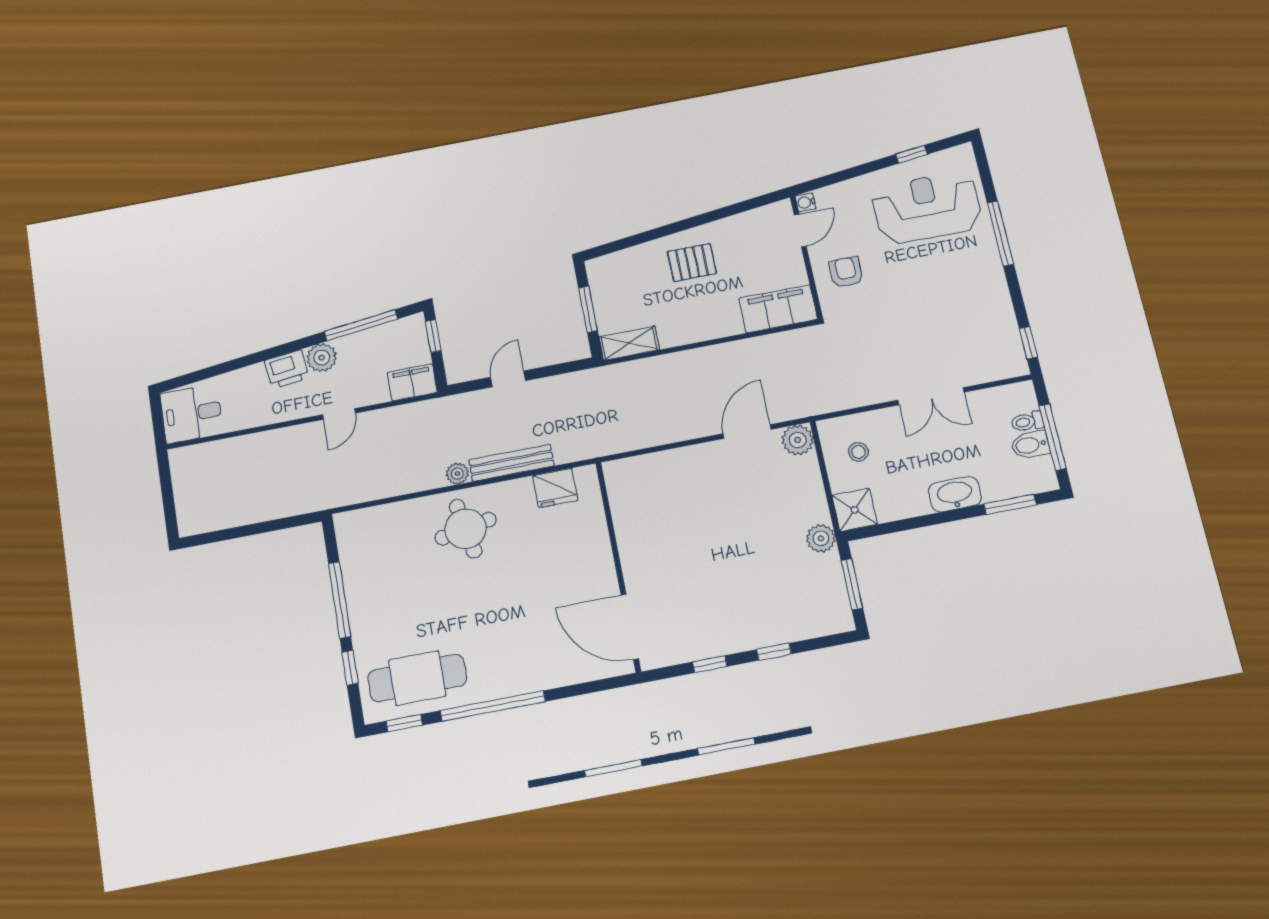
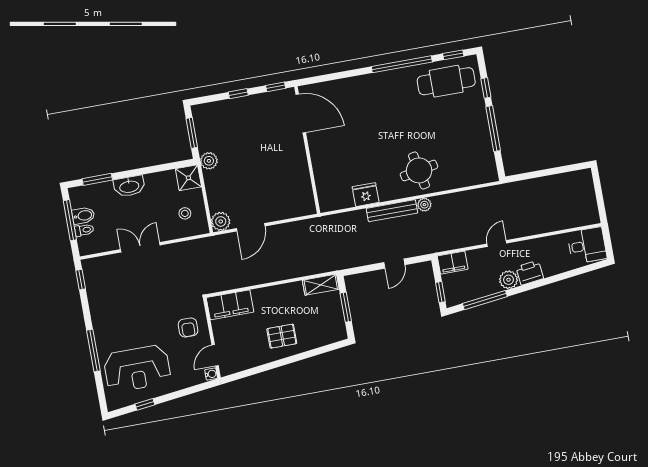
wall: (618, 566) -> (307, 150), moved
door: (630, 627) -> (301, 113), moved

